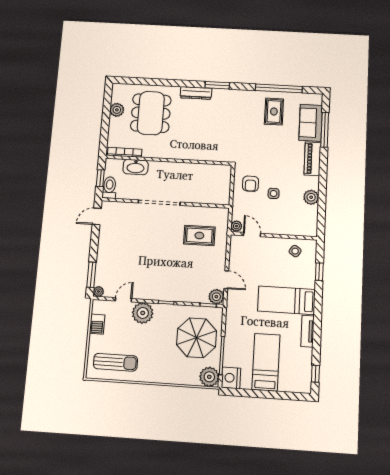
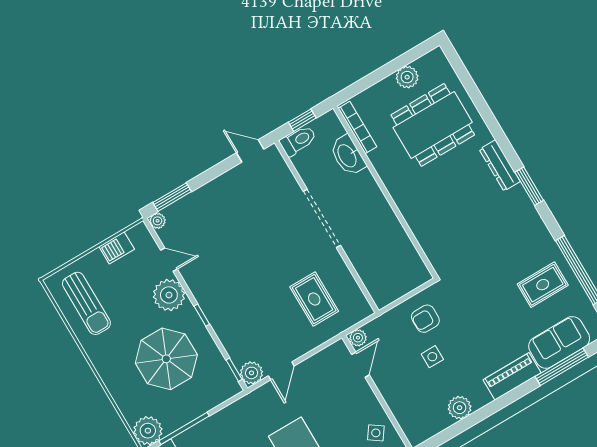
parasol: (197, 338) -> (166, 359), moved

